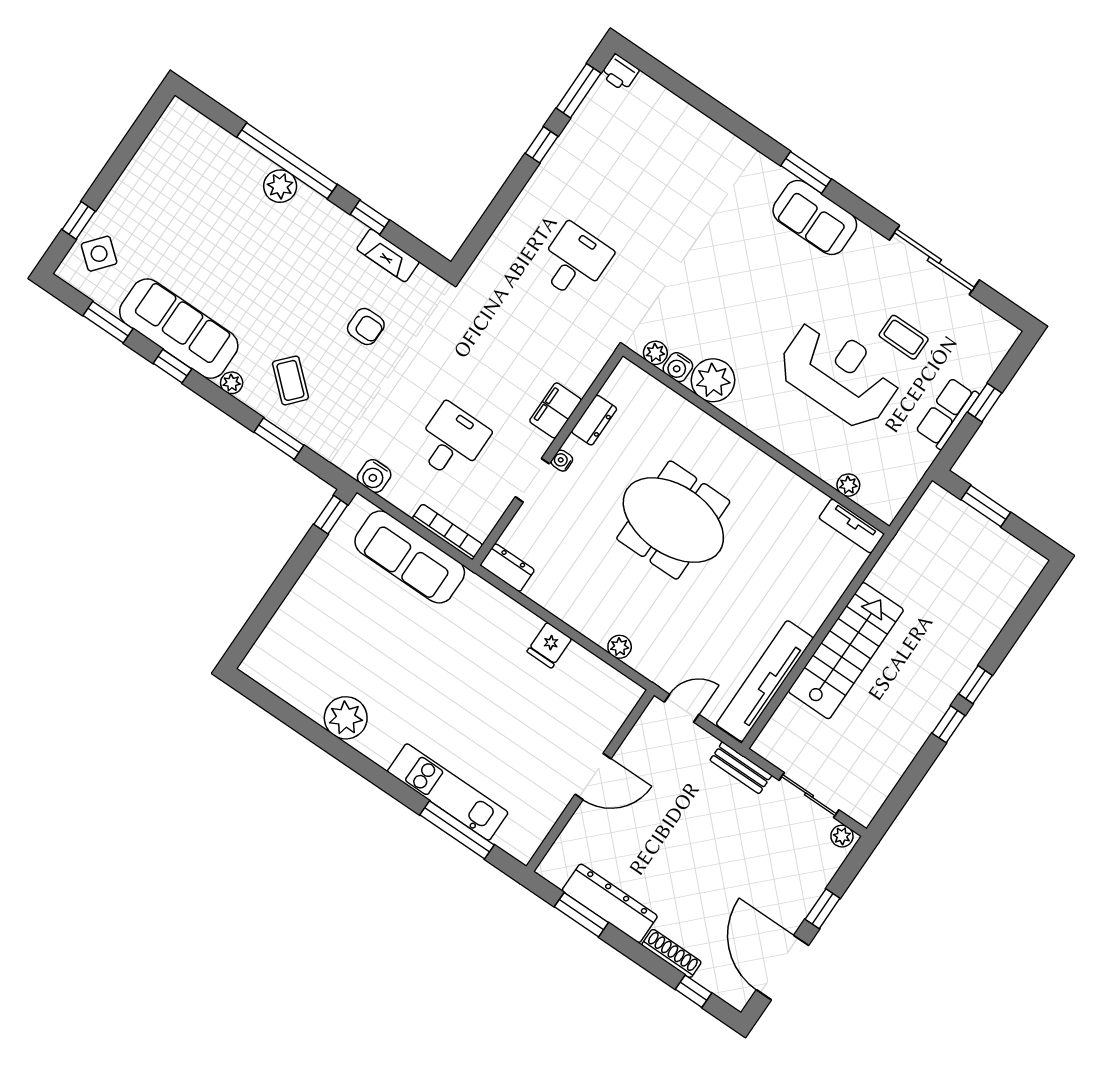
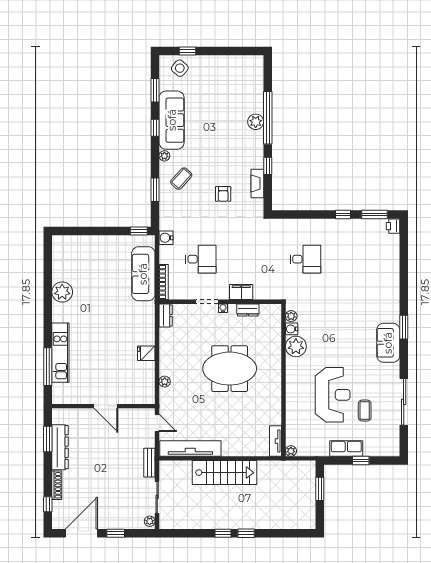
plant: (848, 485) -> (291, 451), moved
meeting table: (673, 520) -> (230, 369), turned 90

